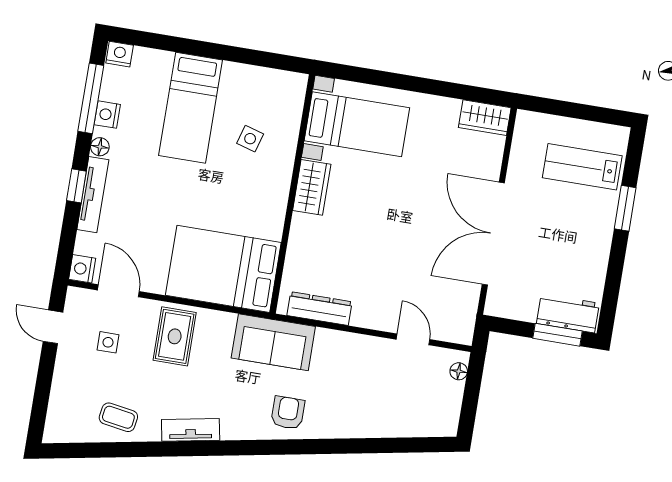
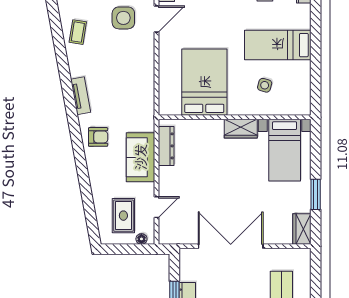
window: (434, 87) -> (316, 194), added
bed: (223, 269) -> (204, 82), moved
rug: (175, 336) -> (123, 216), moved, turned 90
side table: (108, 342) -> (123, 18), width x1.87, depth x1.87
sofa: (273, 342) -> (140, 157), moved
tv unit: (191, 430) -> (81, 96), moved

